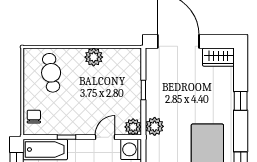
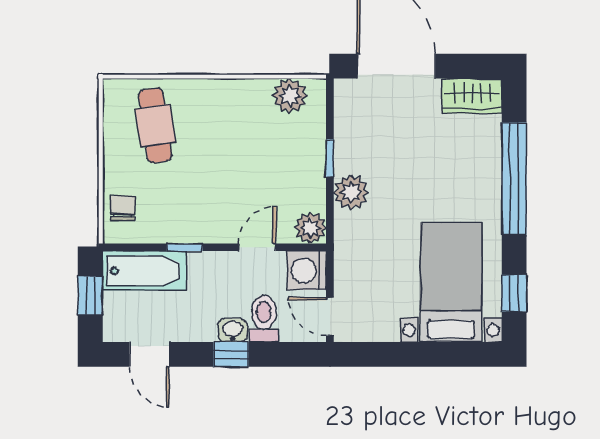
plant: (94, 57) -> (290, 96), moved
window: (241, 101) -> (514, 179), width x3.17
plant: (155, 126) -> (351, 192), moved

